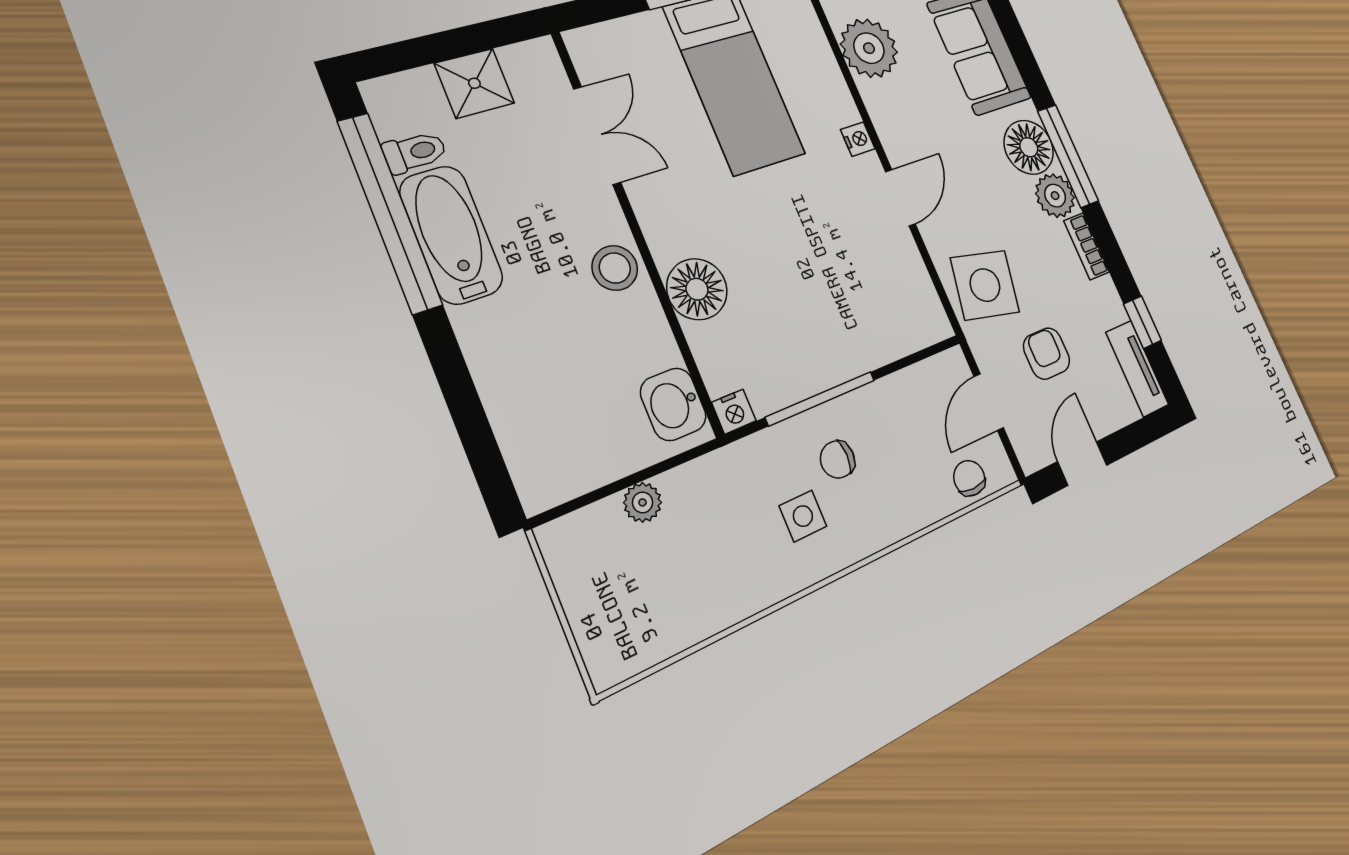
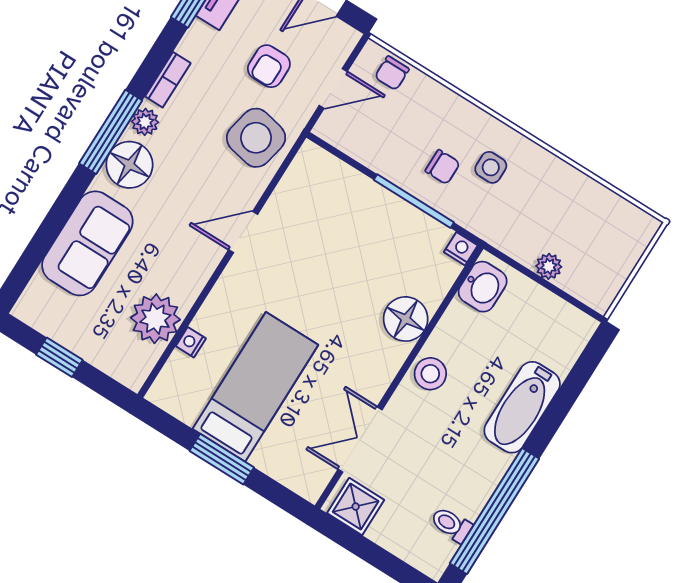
shower: (474, 83) -> (356, 507), moved
nightstand: (858, 139) -> (191, 342), moved
plant: (1055, 196) -> (145, 122), width x0.73, depth x0.73
bathtub: (451, 235) -> (522, 407), moved

